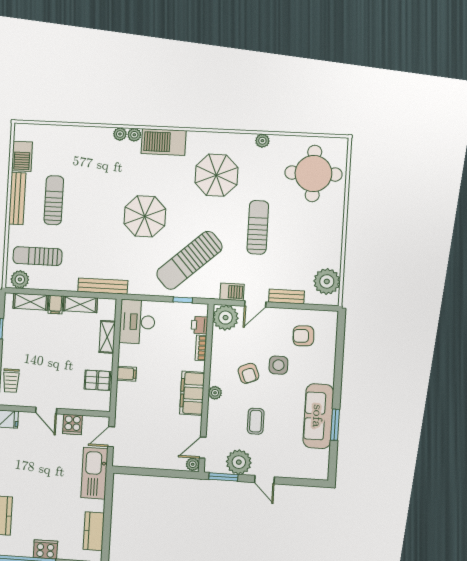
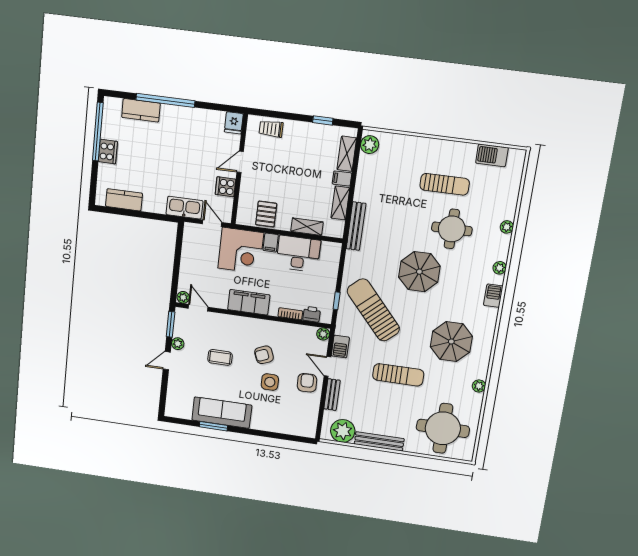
plant: (120, 134) -> (507, 227), moved
barbecue: (164, 142) -> (493, 296), width x0.53, depth x0.65
round table: (98, 188) -> (452, 229), added
bench: (17, 198) -> (379, 441), moved
sun lounger: (38, 256) -> (391, 164), removed
plant: (226, 318) -> (323, 334), width x0.53, depth x0.53
desk: (137, 322) -> (298, 254), moved
armchair: (303, 336) -> (307, 383), moved
plant: (215, 393) -> (248, 323), removed
corner desk: (137, 405) -> (241, 250), added
plant: (239, 462) -> (178, 344), width x0.53, depth x0.53
kitchen sink: (94, 473) -> (184, 208), width x0.73, depth x0.81

